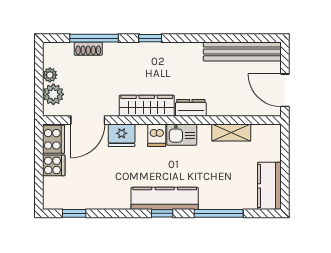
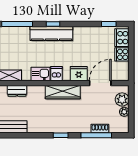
dresser: (191, 108) -> (17, 91), moved
cooker: (54, 139) -> (122, 38), moved

